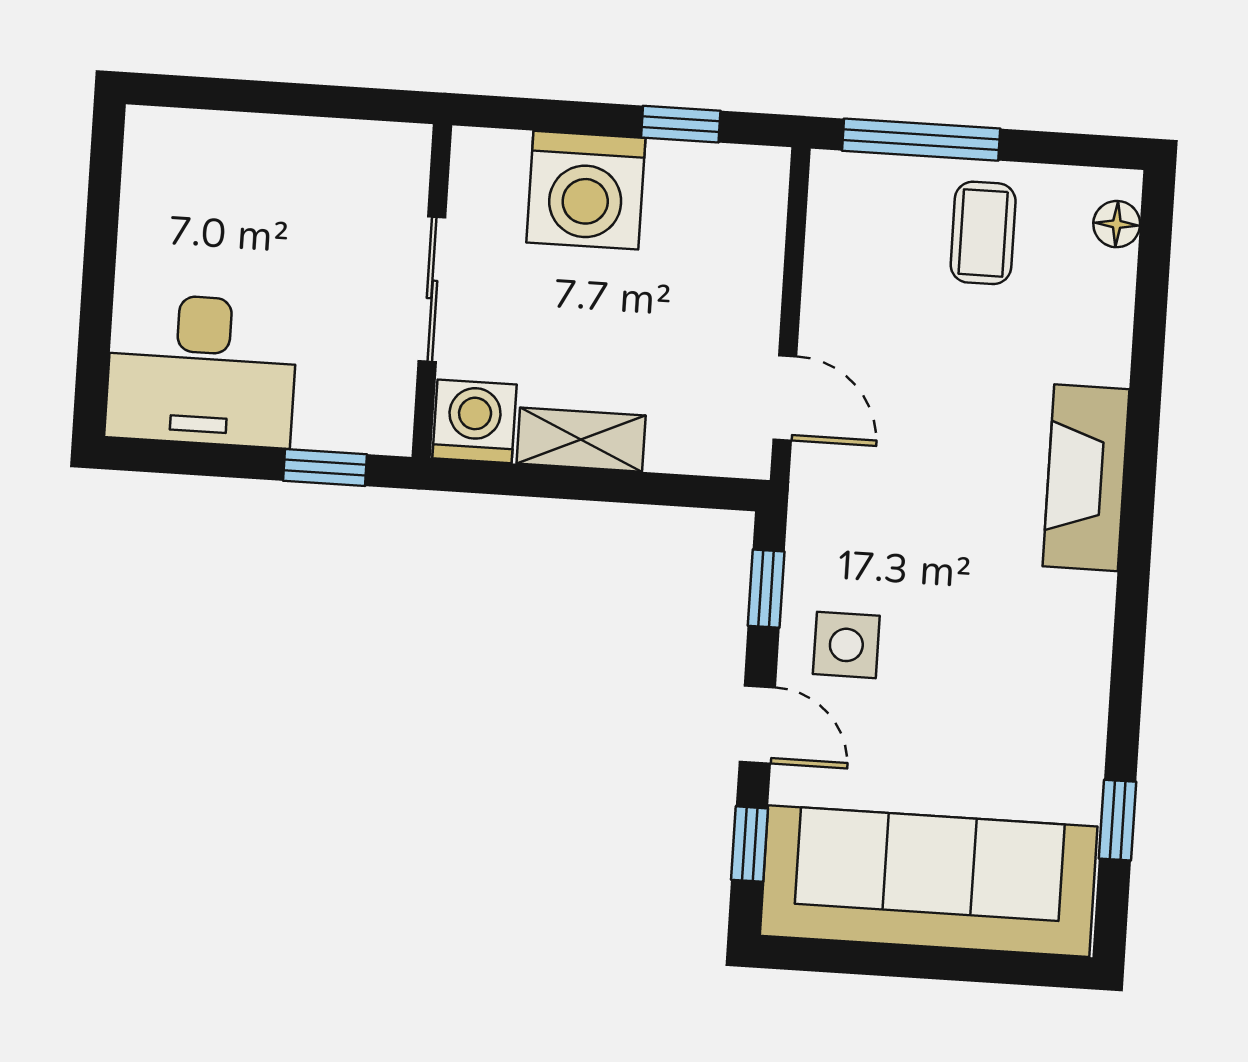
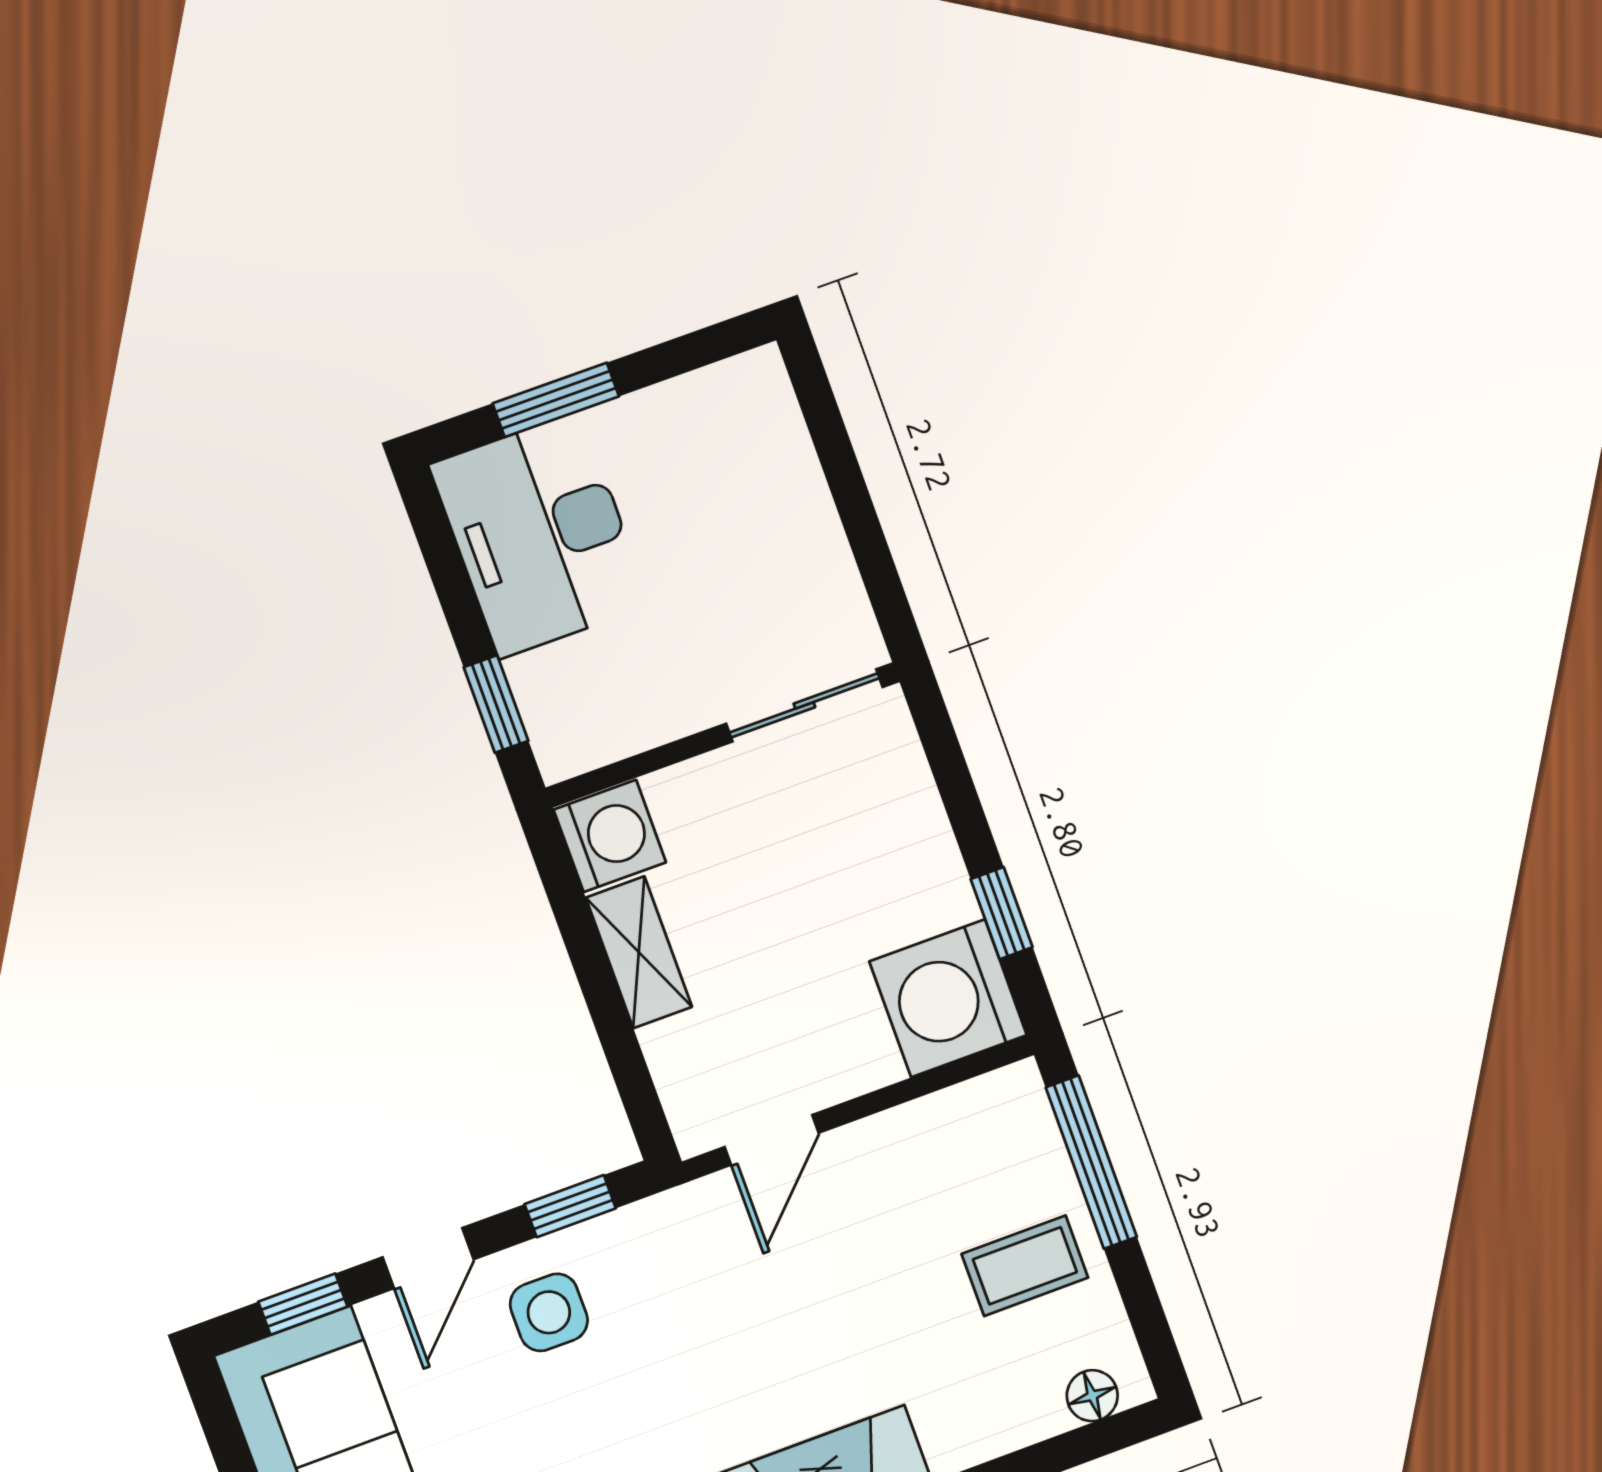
washing machine: (586, 190) -> (948, 998), moved
sliding door: (432, 289) -> (804, 705), moved
window: (96, 308) -> (556, 400), added

